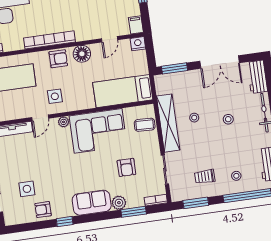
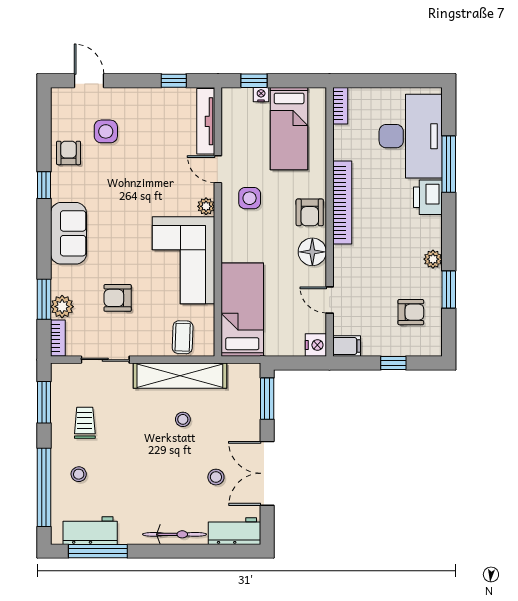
stool: (228, 119) -> (216, 477), moved
plant: (119, 203) -> (62, 307), moved

